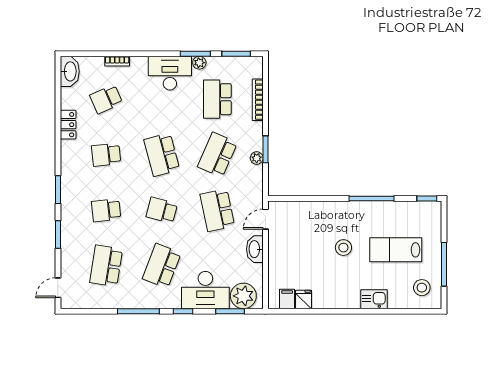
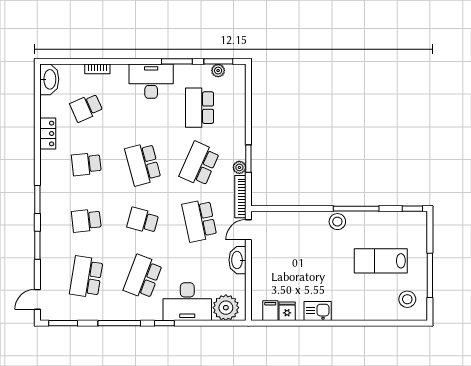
plant: (199, 63) -> (218, 71), moved
bookcase: (258, 100) -> (240, 197), moved
stool: (343, 248) -> (337, 222), moved
kitchen sink: (374, 299) -> (318, 311), moved
window: (230, 311) -> (63, 323), moved

